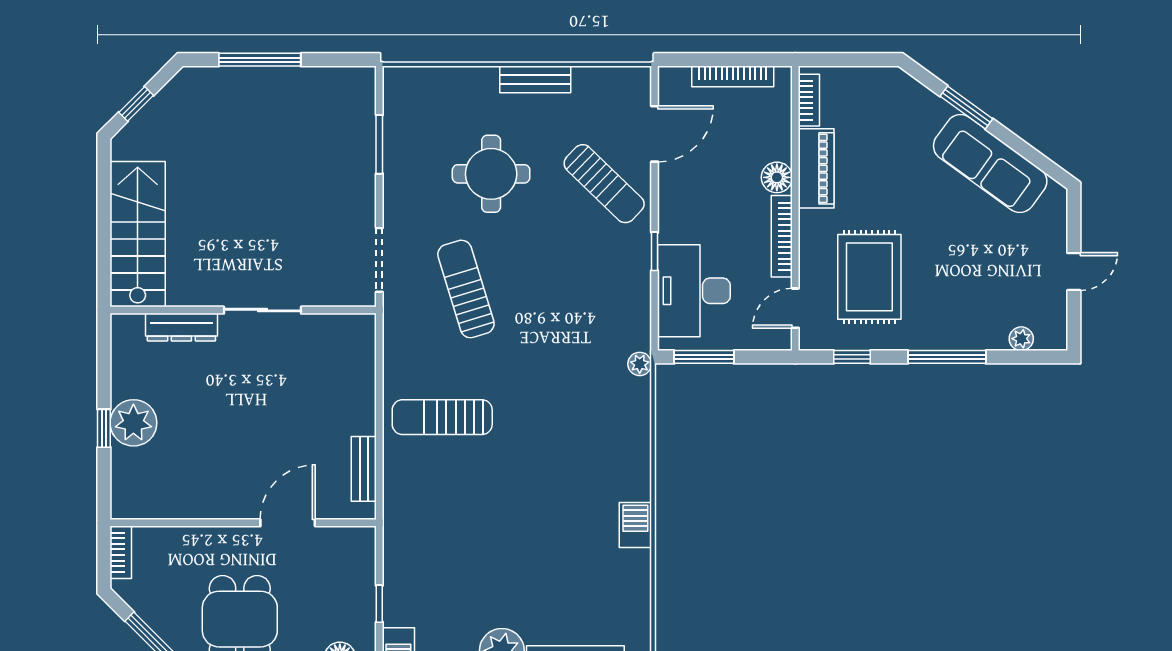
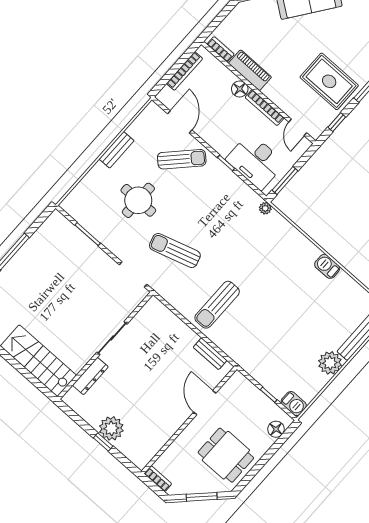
rug: (869, 277) -> (329, 81), moved

